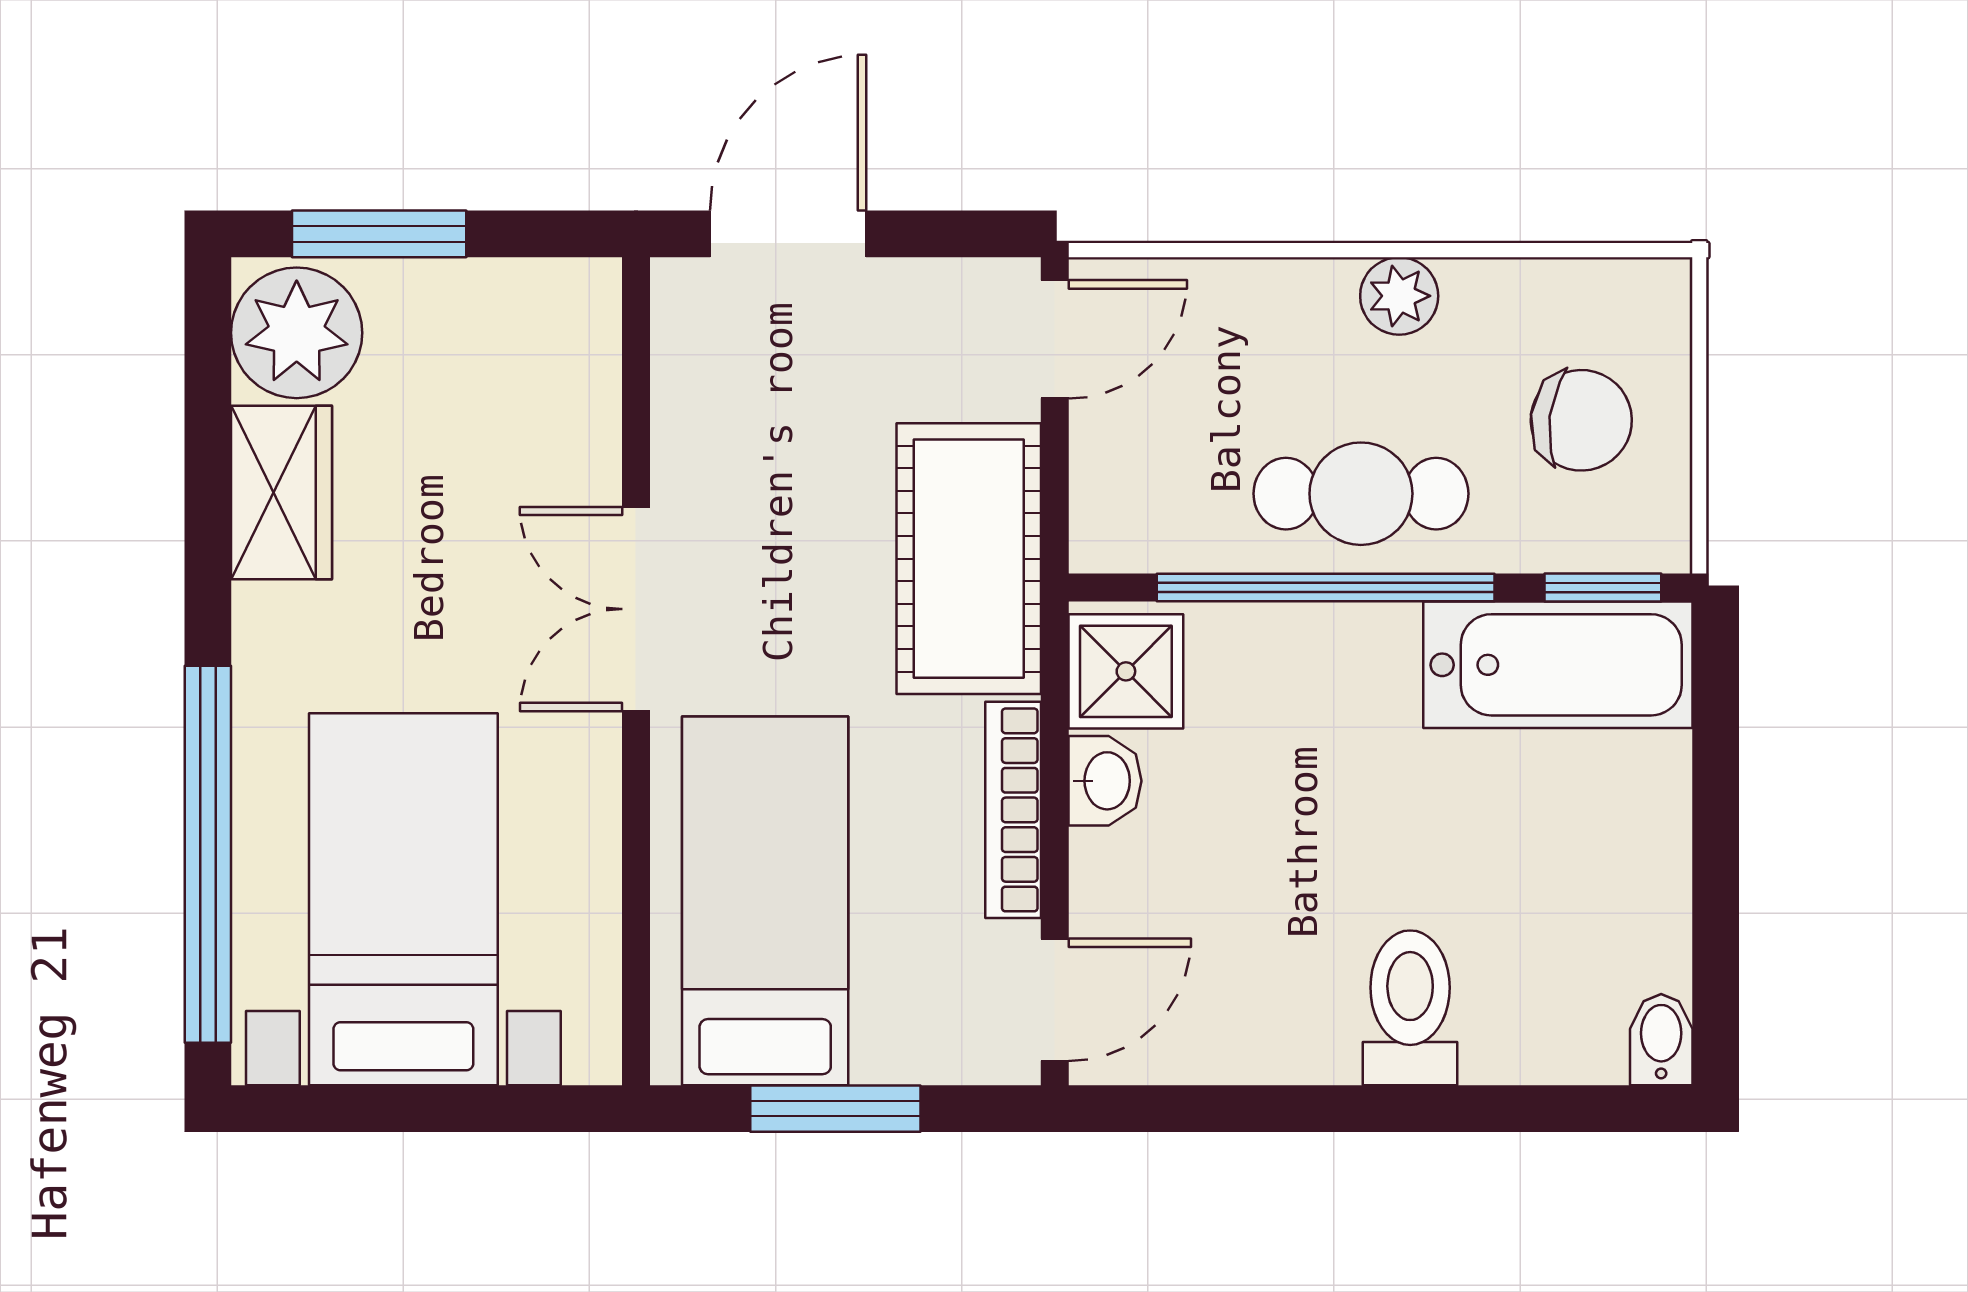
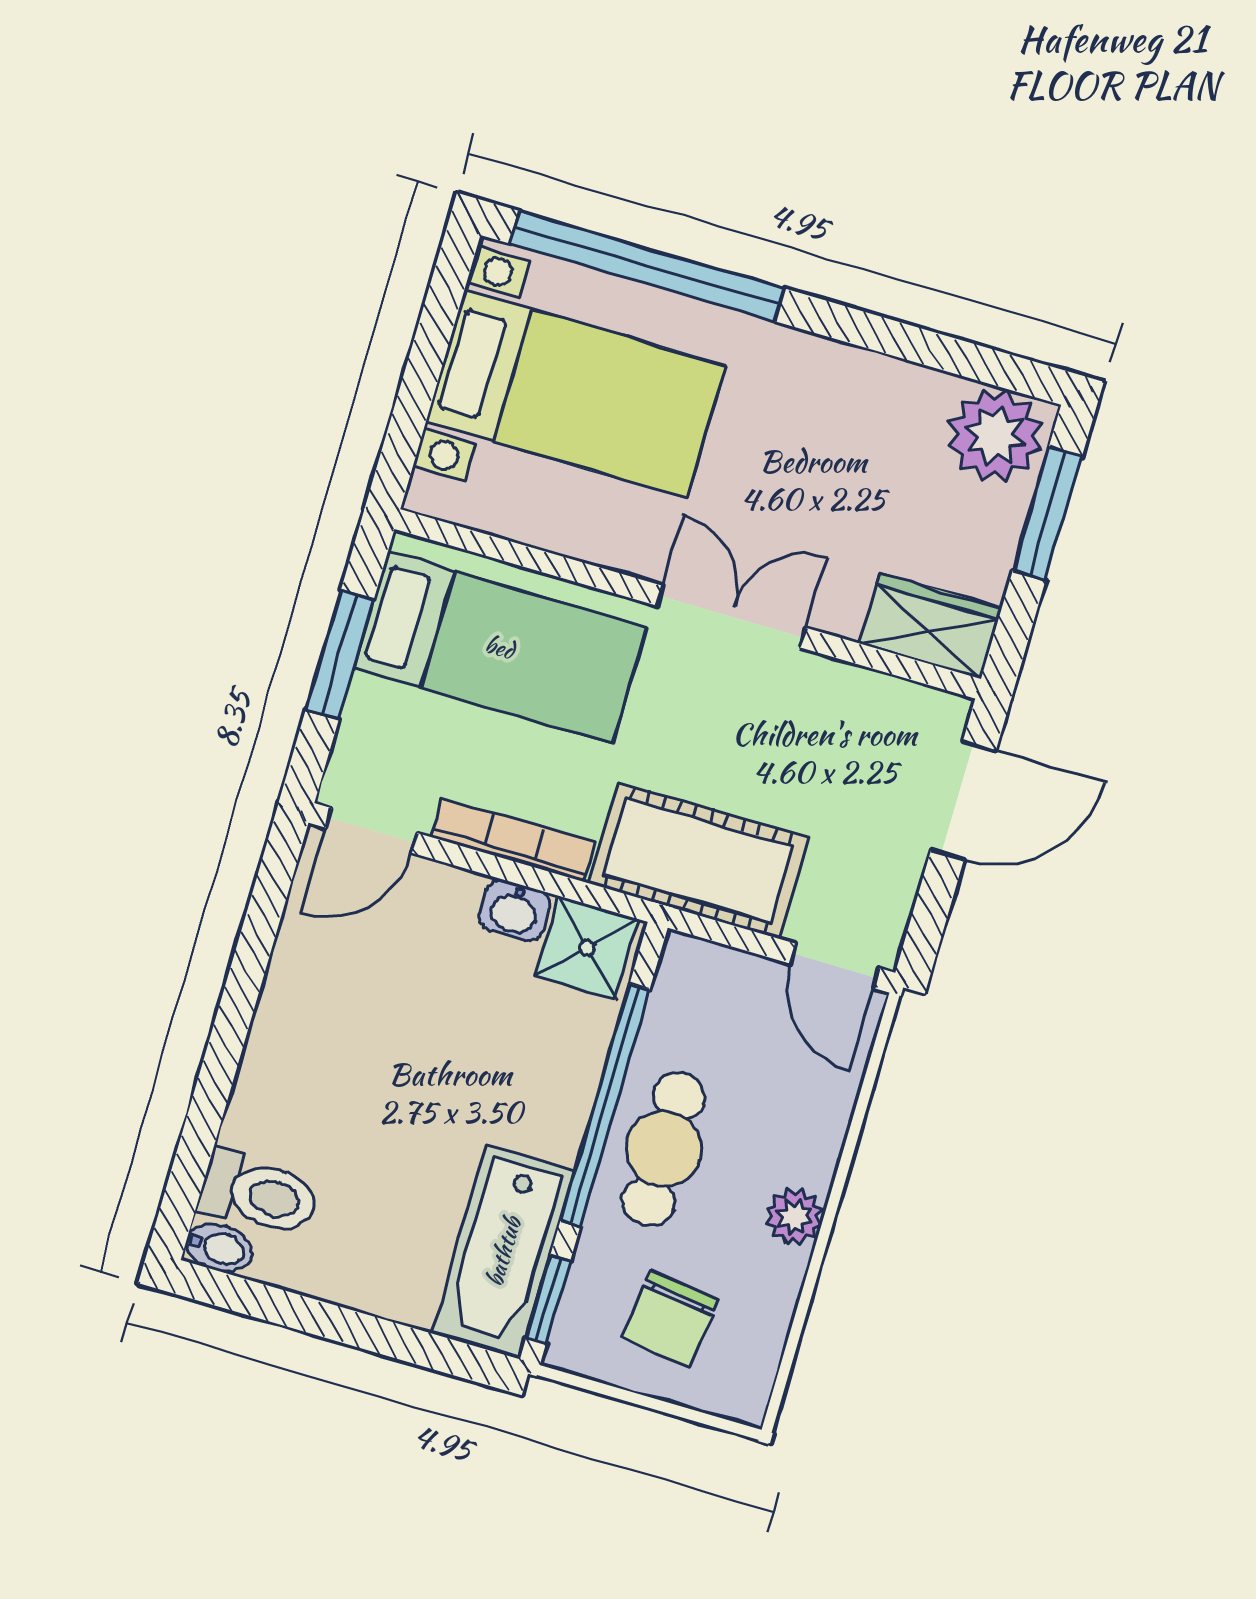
door: (788, 234) -> (963, 800), hinge flipped
wardrobe: (282, 493) -> (931, 626), moved, turned 180
door: (1055, 1000) -> (371, 830), hinge flipped
toilet: (1410, 1008) -> (259, 1194), moved

